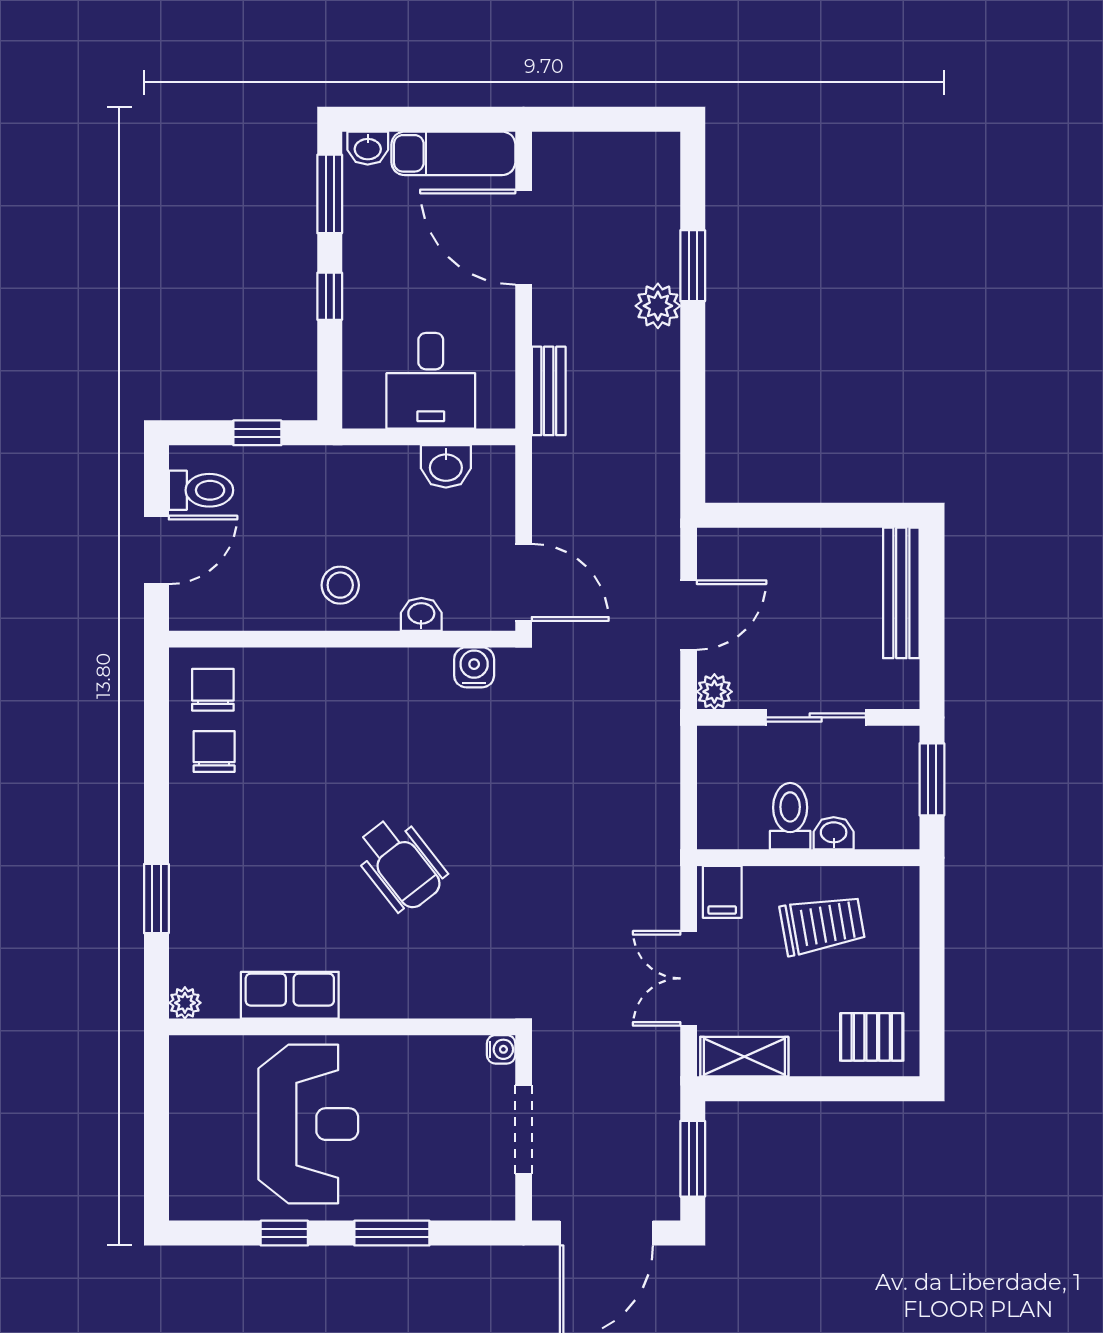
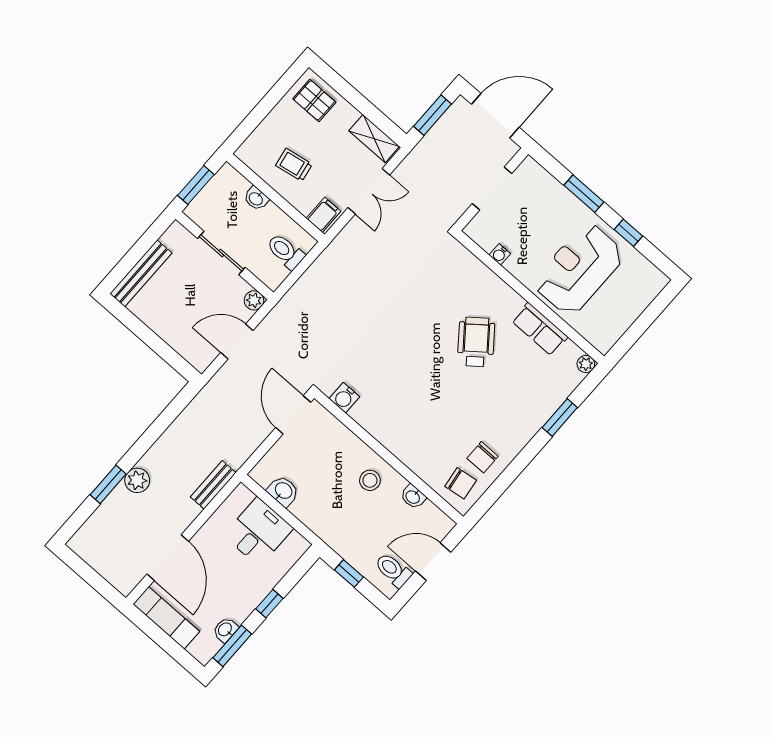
washbasin: (368, 148) -> (225, 630), moved, turned -90
washbasin: (421, 614) -> (413, 497), moved
chair: (213, 690) -> (461, 483), turned -98
toilet: (790, 816) -> (285, 251), moved, turned 90
wheelchair: (400, 864) -> (476, 342), moved
trolley: (822, 925) -> (294, 165), width x0.73, depth x0.72
water cooler: (501, 1049) -> (500, 254), moved, turned -90

